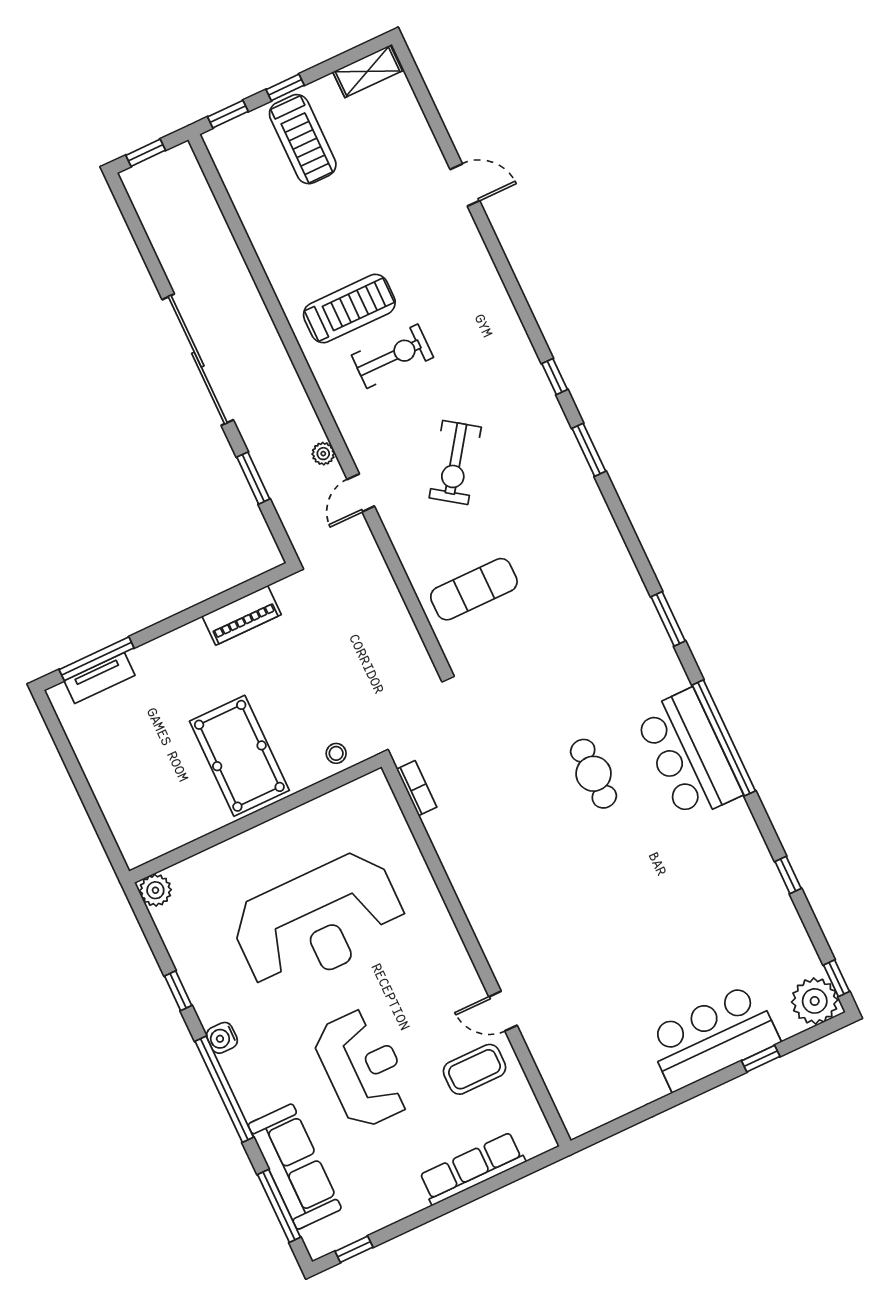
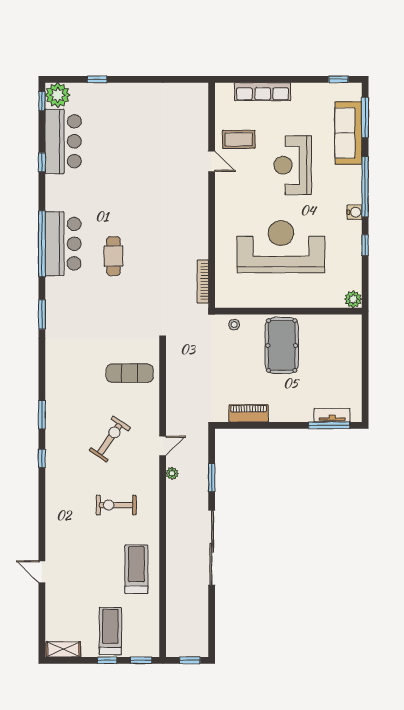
treadmill: (349, 309) -> (136, 569), moved, turned 90
bookcase: (417, 788) -> (203, 282), width x1.56
bar counter: (713, 1037) -> (63, 141), moved, turned -90

